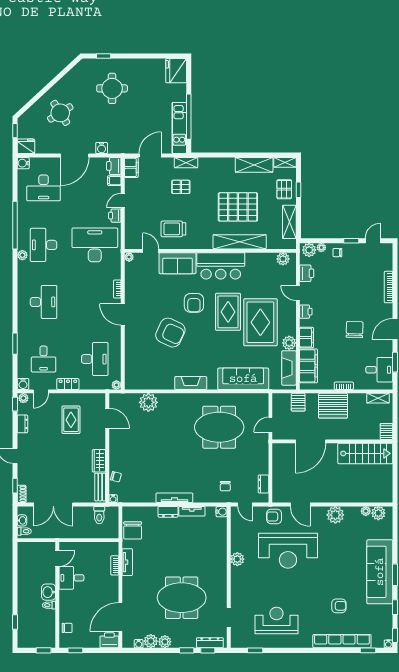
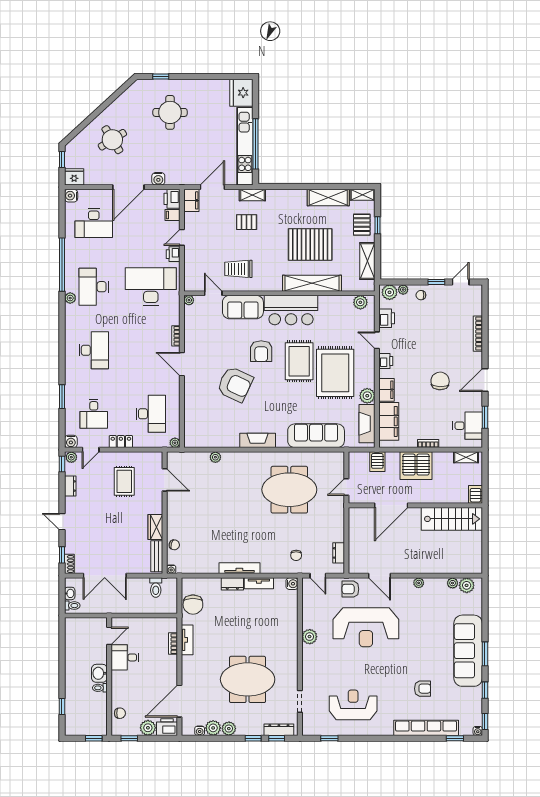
kitchen unit: (179, 128) -> (245, 146), width x1.36
plant: (148, 402) -> (215, 457), width x0.53, depth x0.53
plant: (335, 515) -> (419, 583), width x0.53, depth x0.53
plant: (92, 641) -> (148, 728), added

